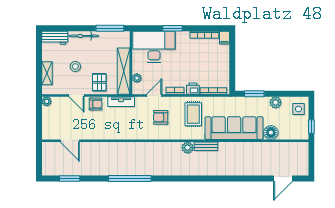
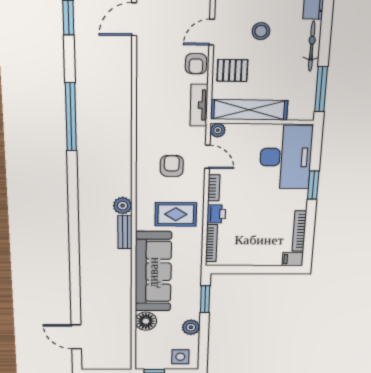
plant: (137, 78) -> (218, 130), moved

